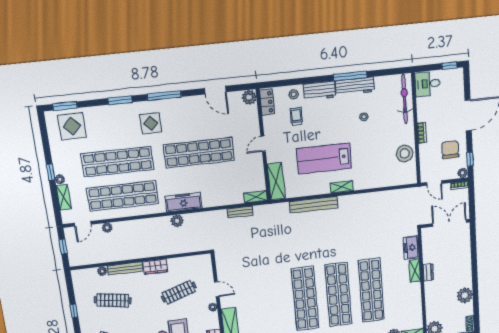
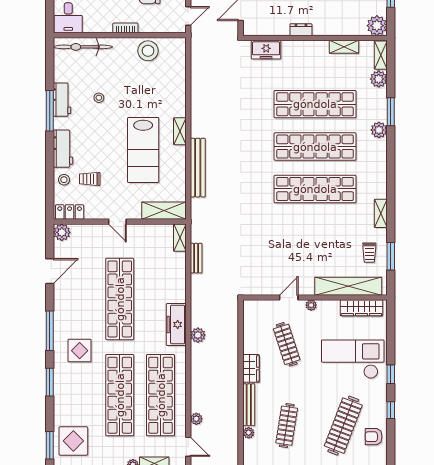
workbench: (355, 86) -> (62, 100), width x0.73
shelving: (415, 271) -> (344, 47), moved

